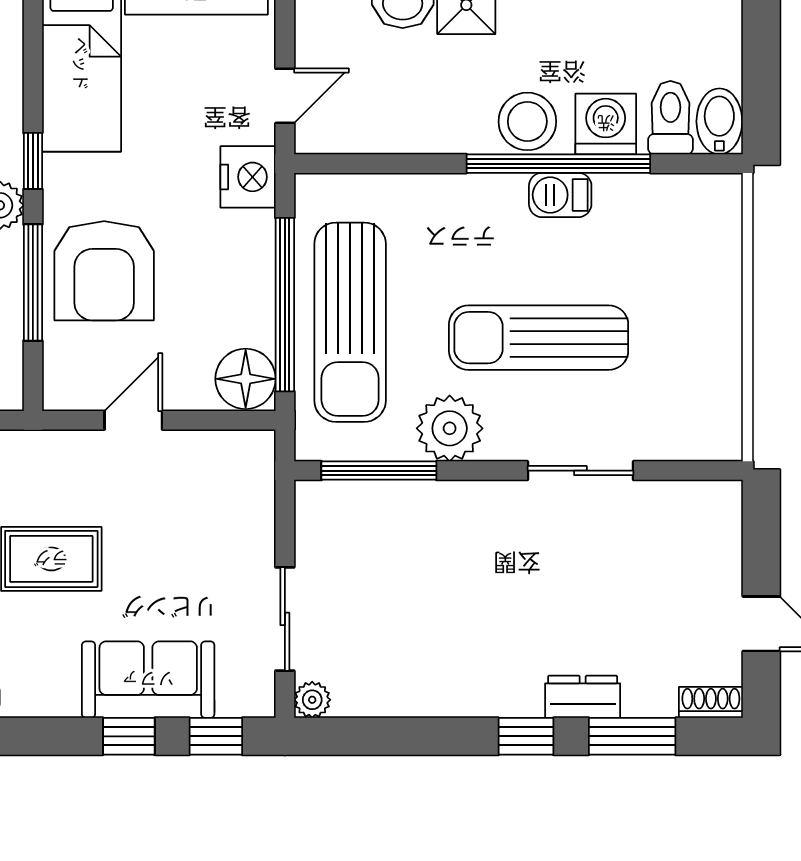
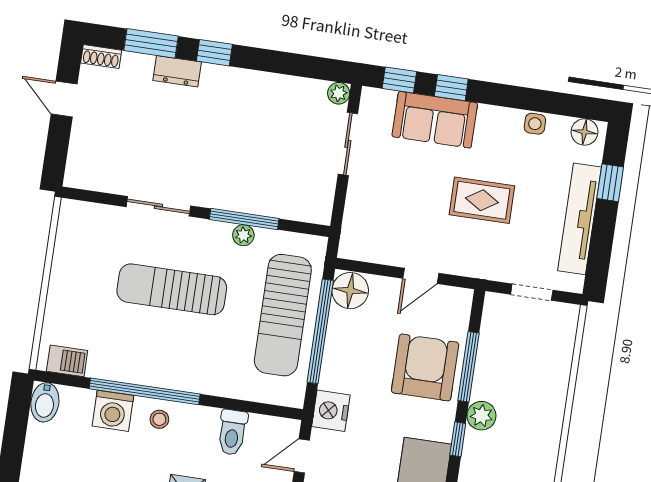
toilet: (670, 118) -> (232, 432), moved
stool: (527, 121) -> (159, 419), width x0.53, depth x0.53
barbecue: (560, 195) -> (67, 361), moved
sun lounger: (350, 322) -> (283, 315), turned 180
sun lounger: (539, 338) -> (172, 289), turned 180
plant: (450, 428) -> (243, 235), width x0.53, depth x0.53
window: (379, 471) -> (244, 219), moved

